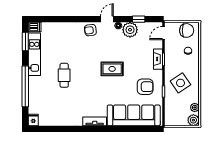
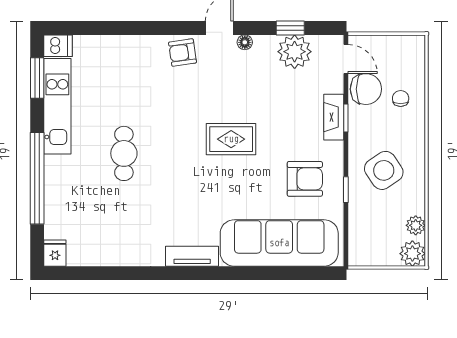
plant: (130, 30) -> (295, 52), moved
chair: (187, 30) -> (366, 89), moved
door: (164, 33) -> (346, 59), swing flipped

